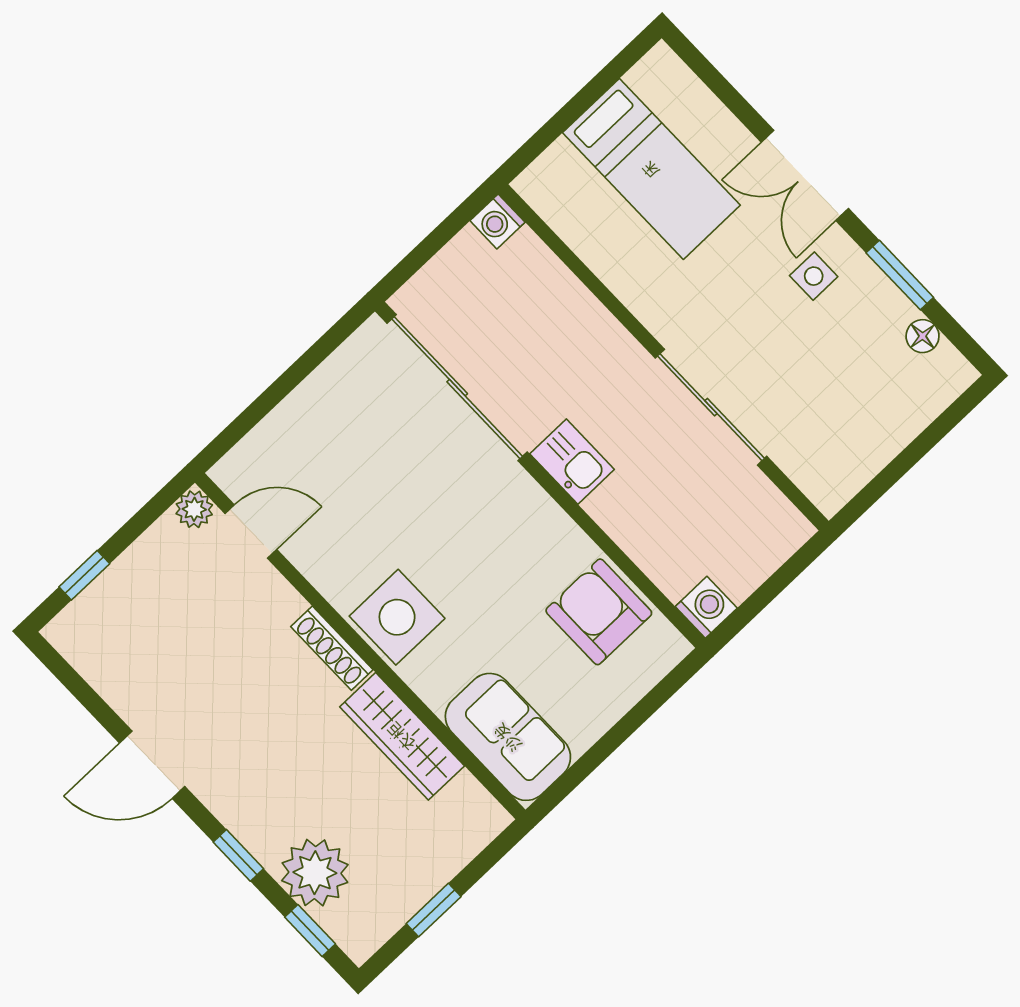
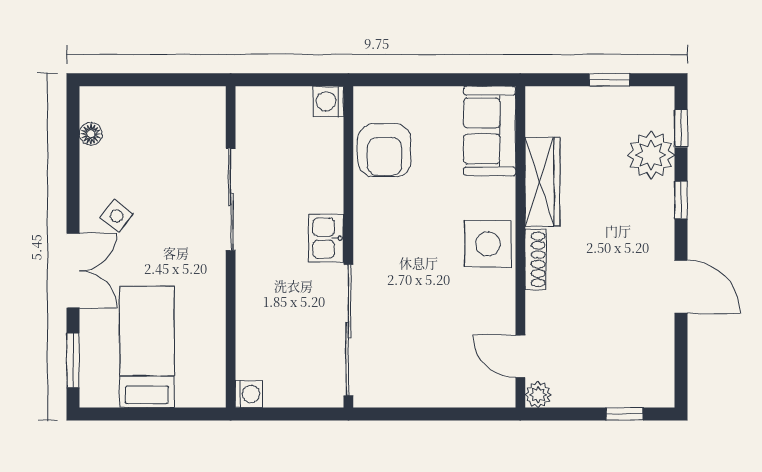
window: (900, 275) -> (73, 360), moved
side table: (814, 276) -> (117, 216), turned 38

